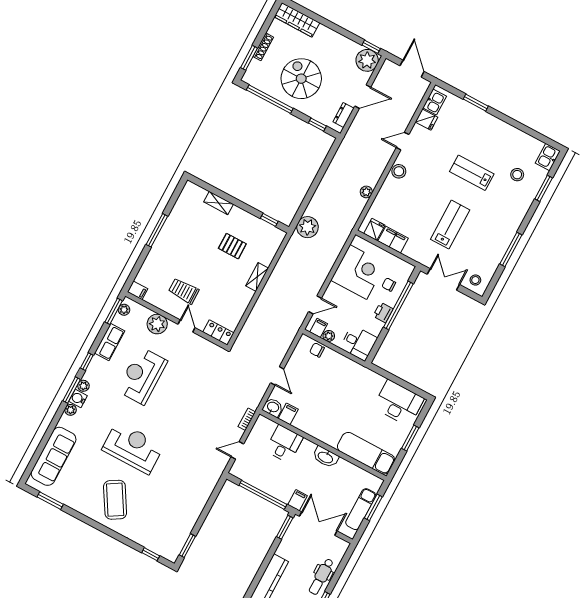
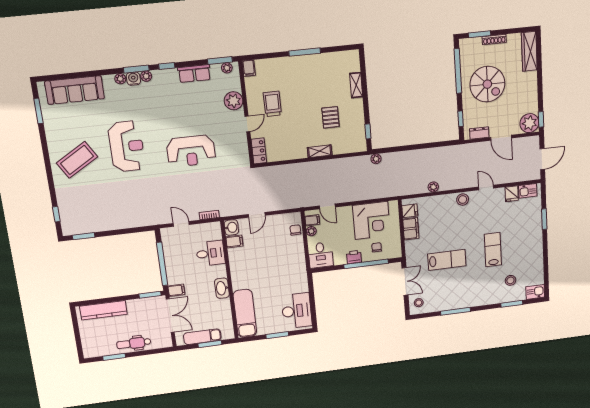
spiral stairs: (301, 79) -> (487, 84), turned 90
plant: (307, 227) -> (376, 159), width x0.53, depth x0.53
reception desk: (142, 376) -> (191, 151), moved, turned 180

